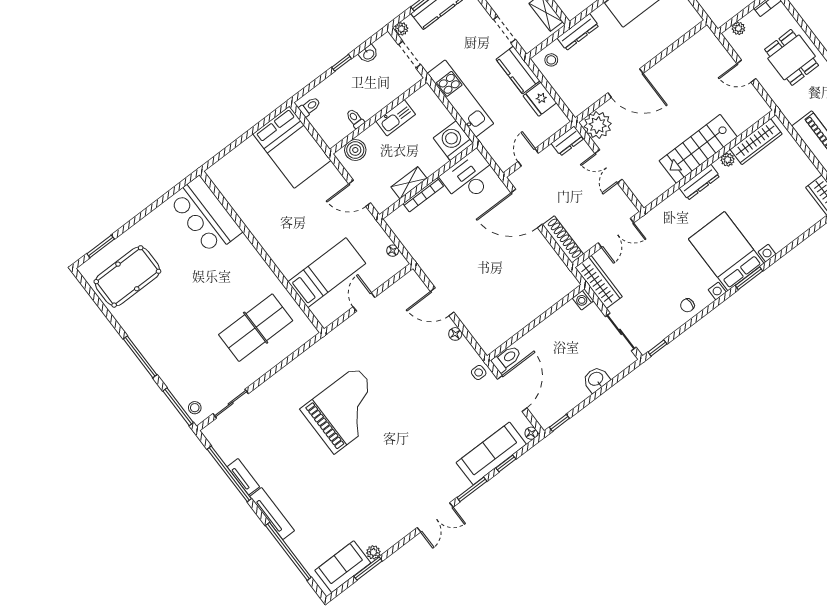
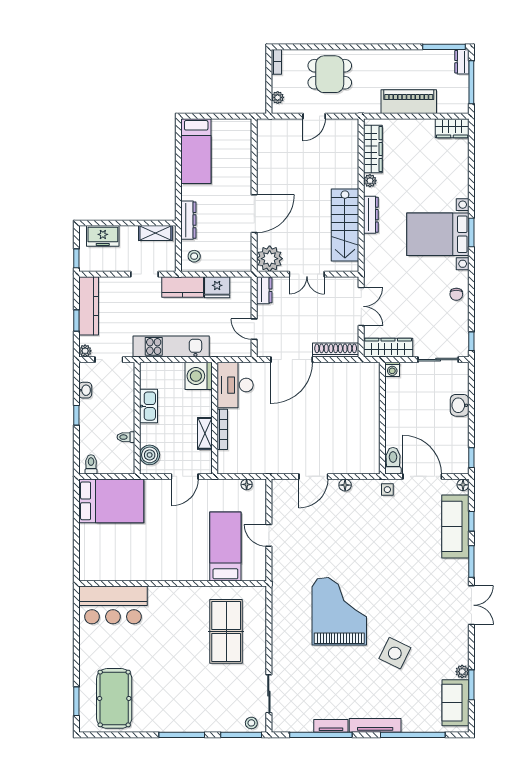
stairs: (698, 149) -> (345, 225), moved
side table: (346, 484) -> (395, 653), added

